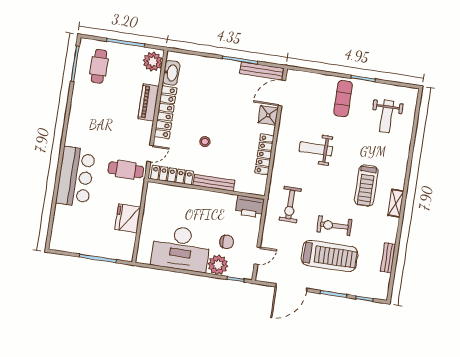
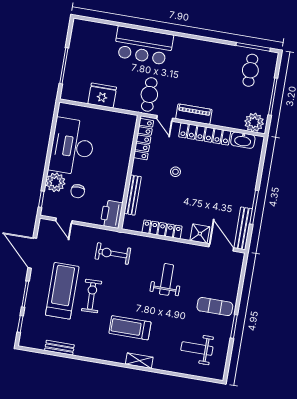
cafe table: (99, 66) -> (250, 70), turned 90
piano: (148, 102) -> (194, 114), moved
bench: (214, 183) -> (133, 195), moved
shelving: (396, 203) -> (139, 361), moved
treadmill: (329, 256) -> (62, 291), turned 180

